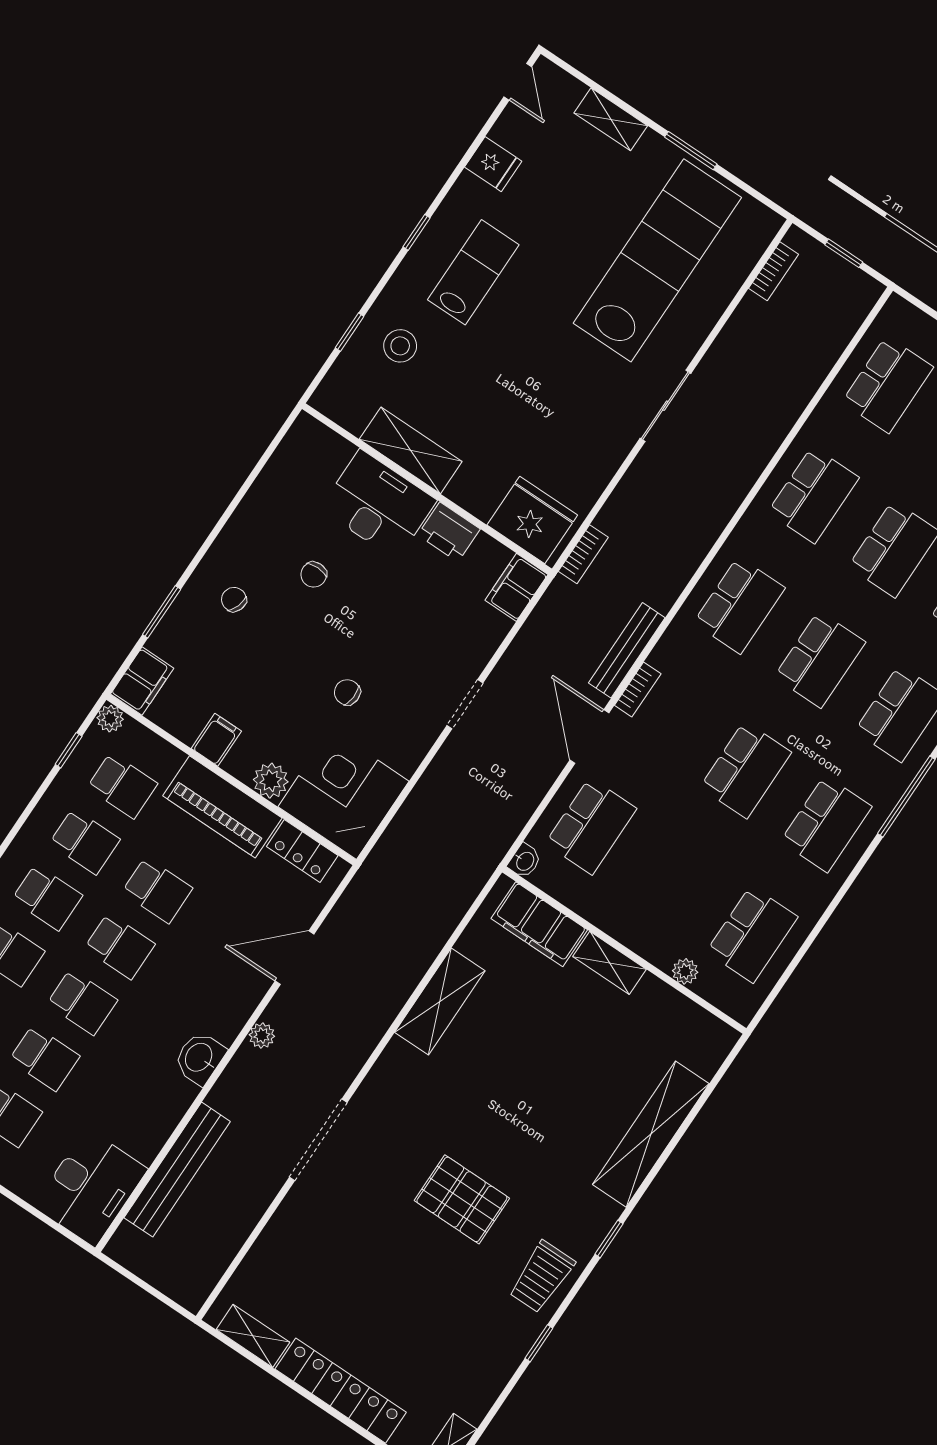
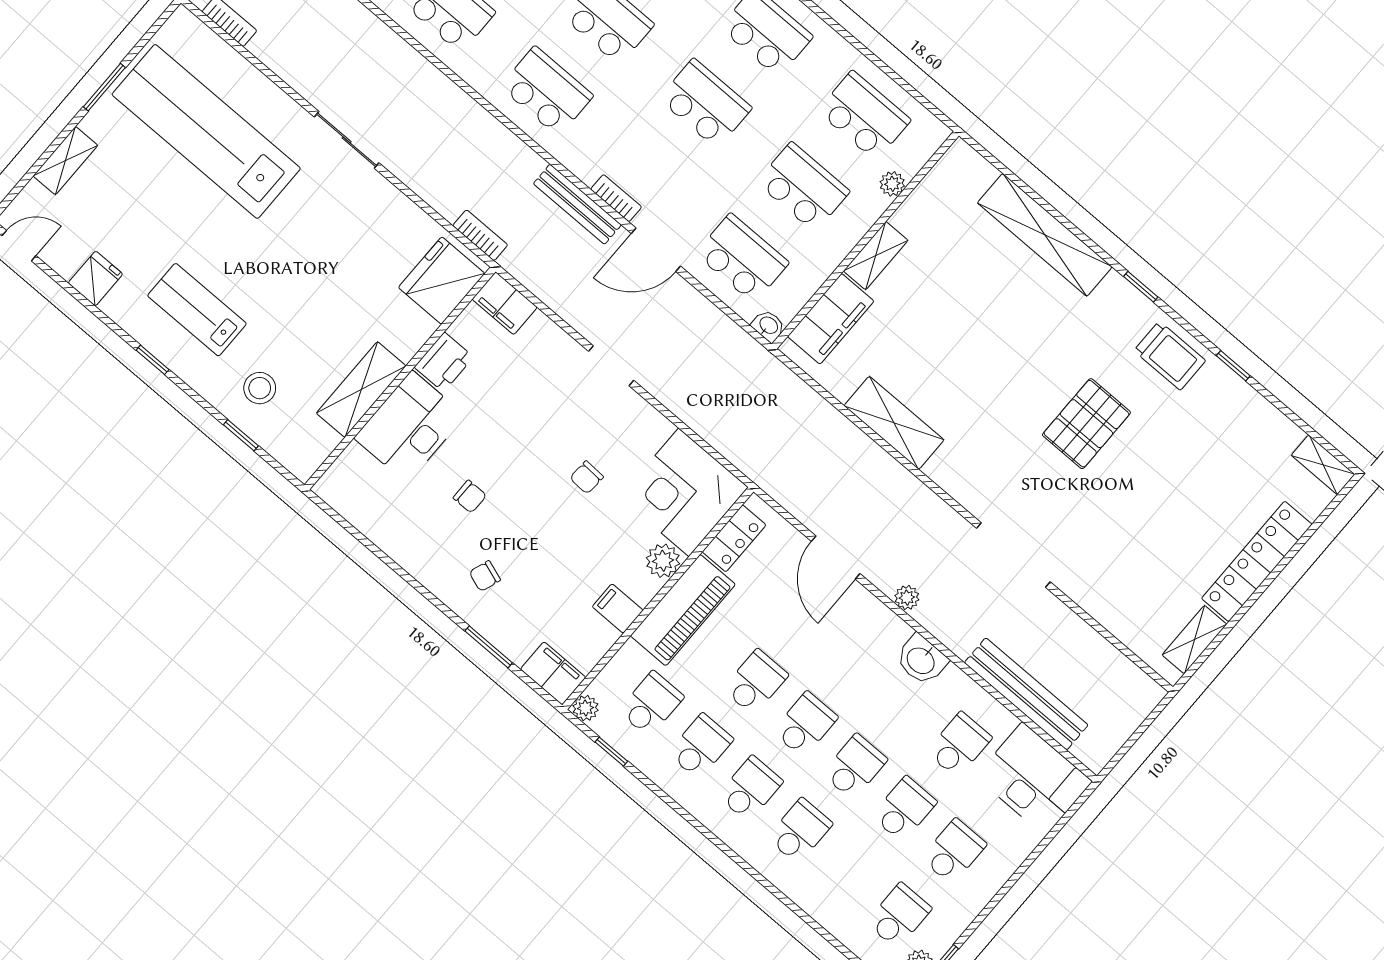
school desk: (671, 880) -> (803, 187), added
school desk: (117, 1107) -> (959, 745), added

